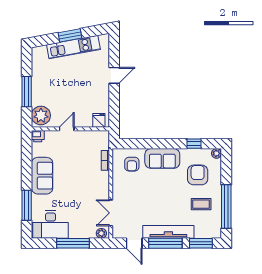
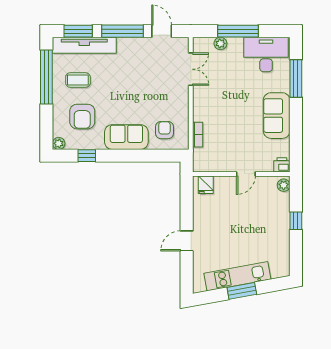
window: (27, 92) -> (296, 221), width x0.46
plant: (41, 115) -> (284, 185), width x0.53, depth x0.53
tv unit: (168, 232) -> (84, 45), moved
plant: (101, 233) -> (220, 43), moved

